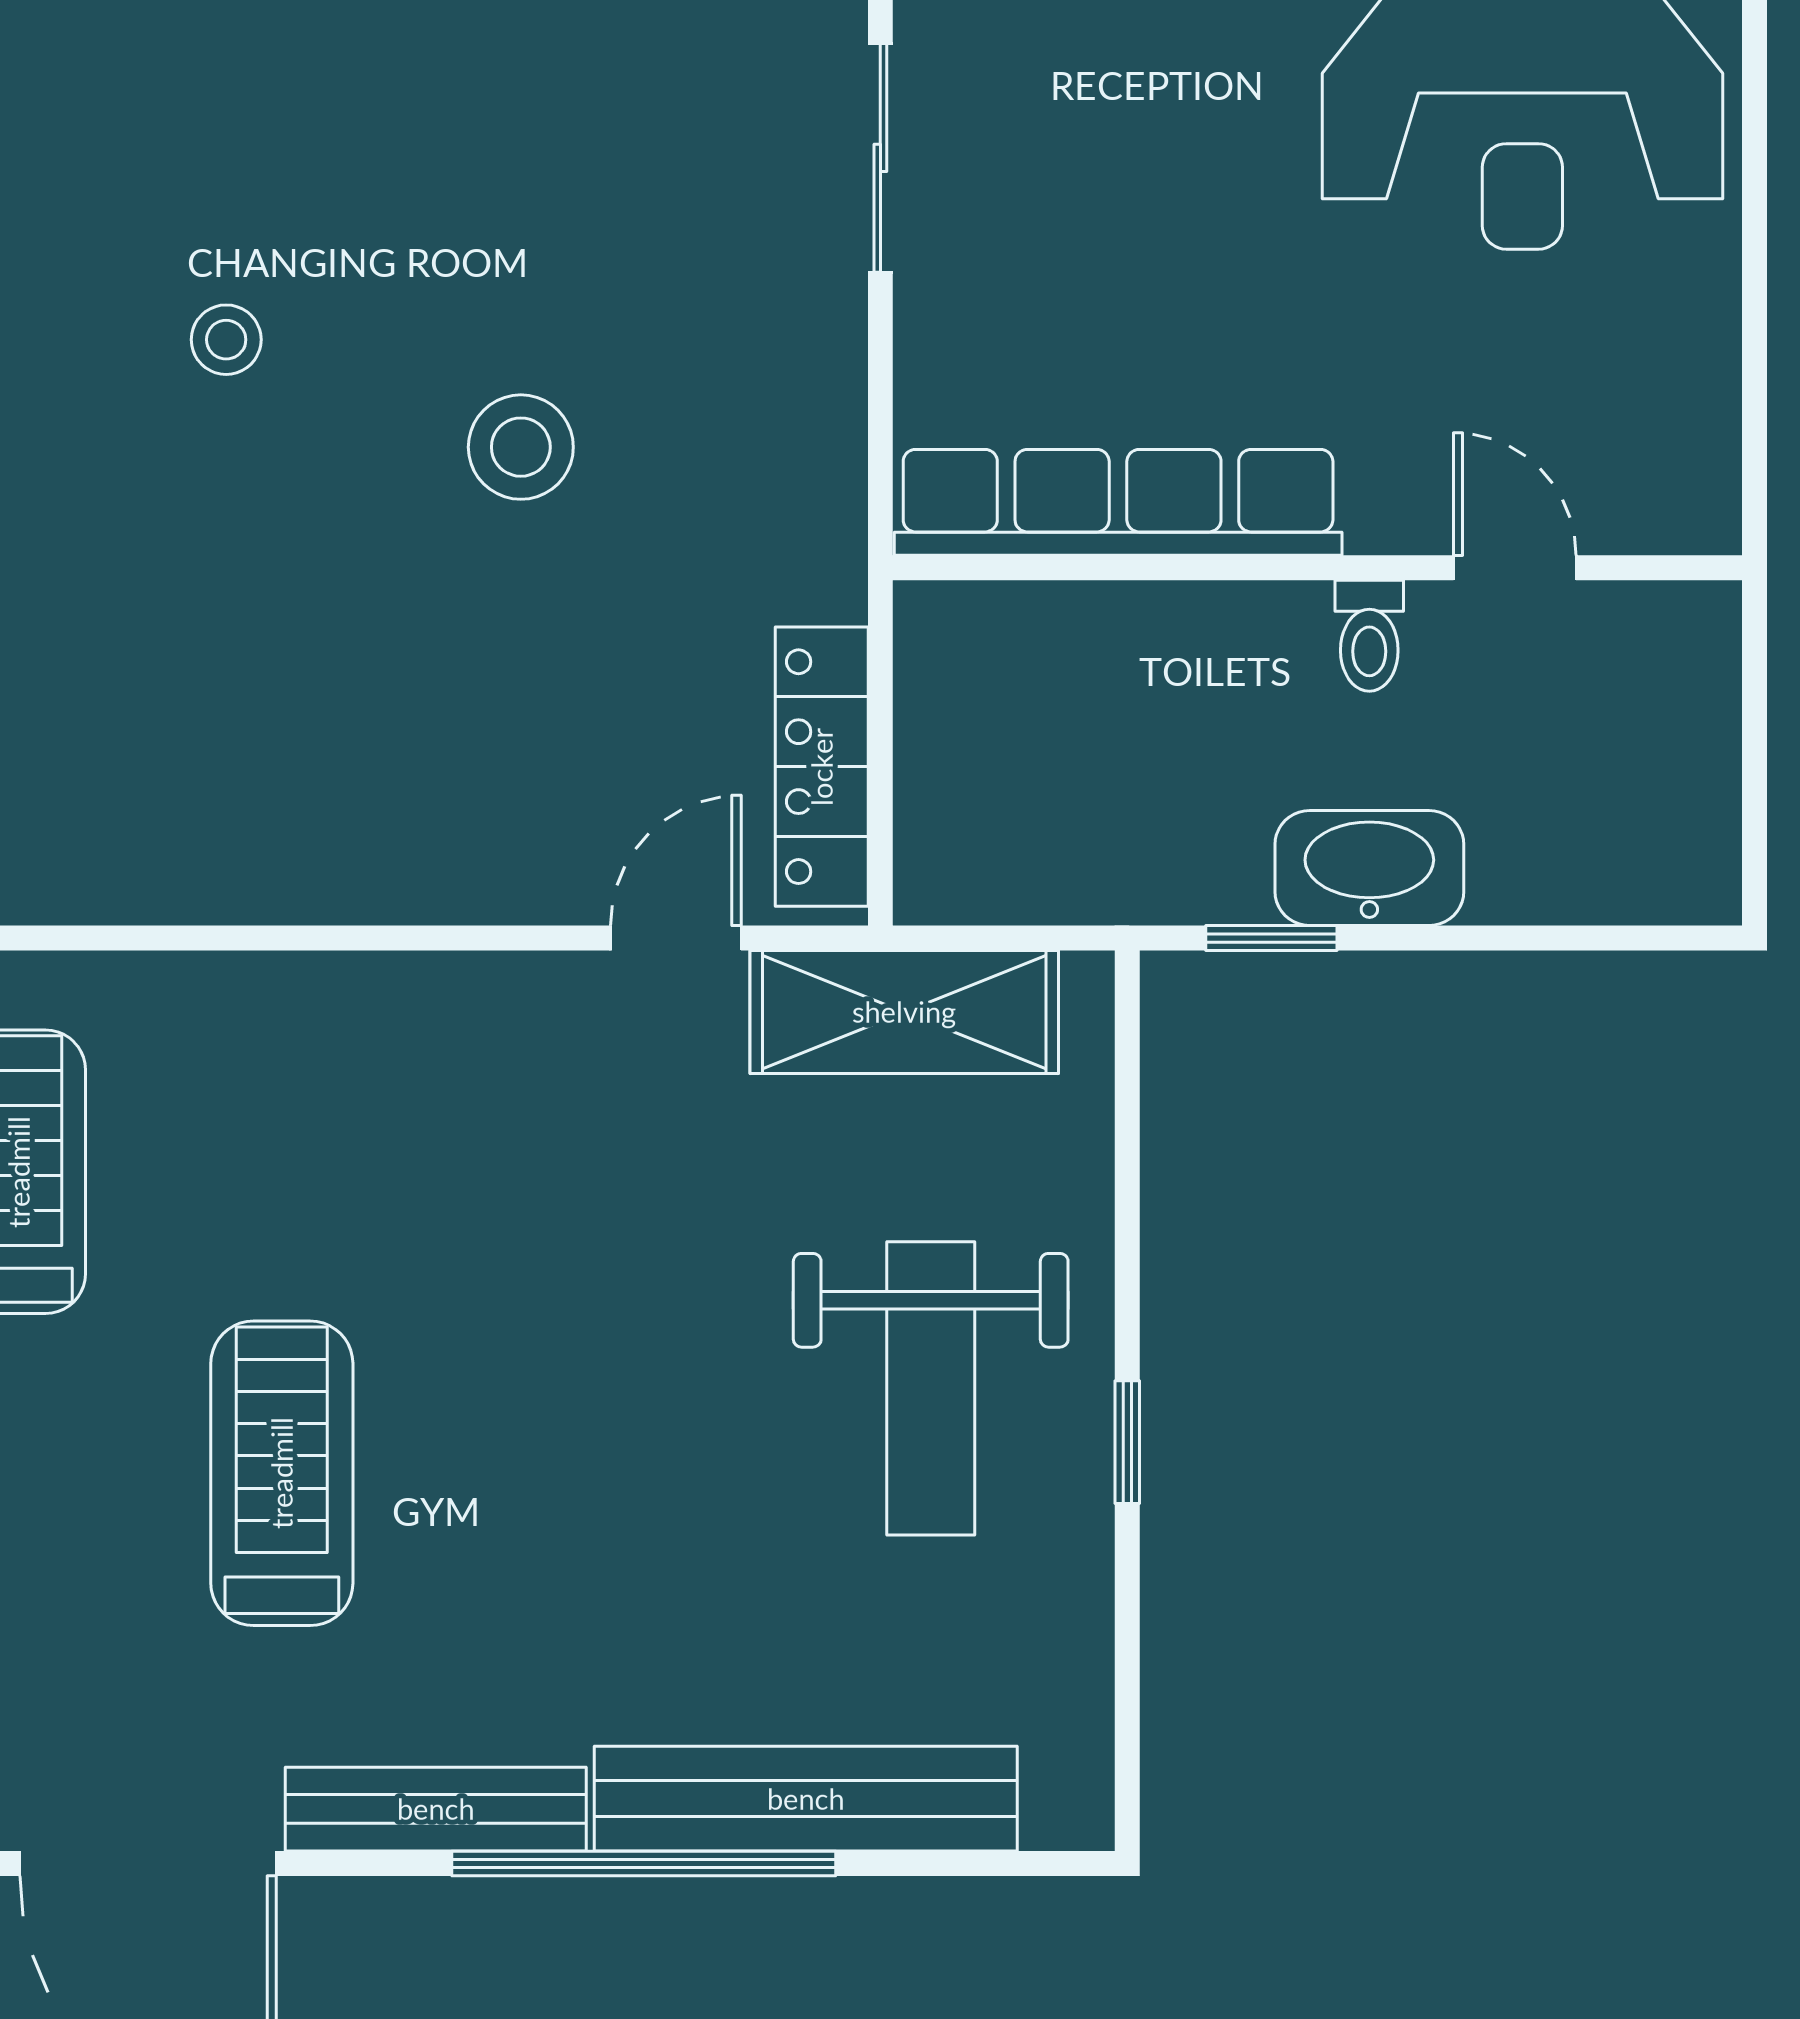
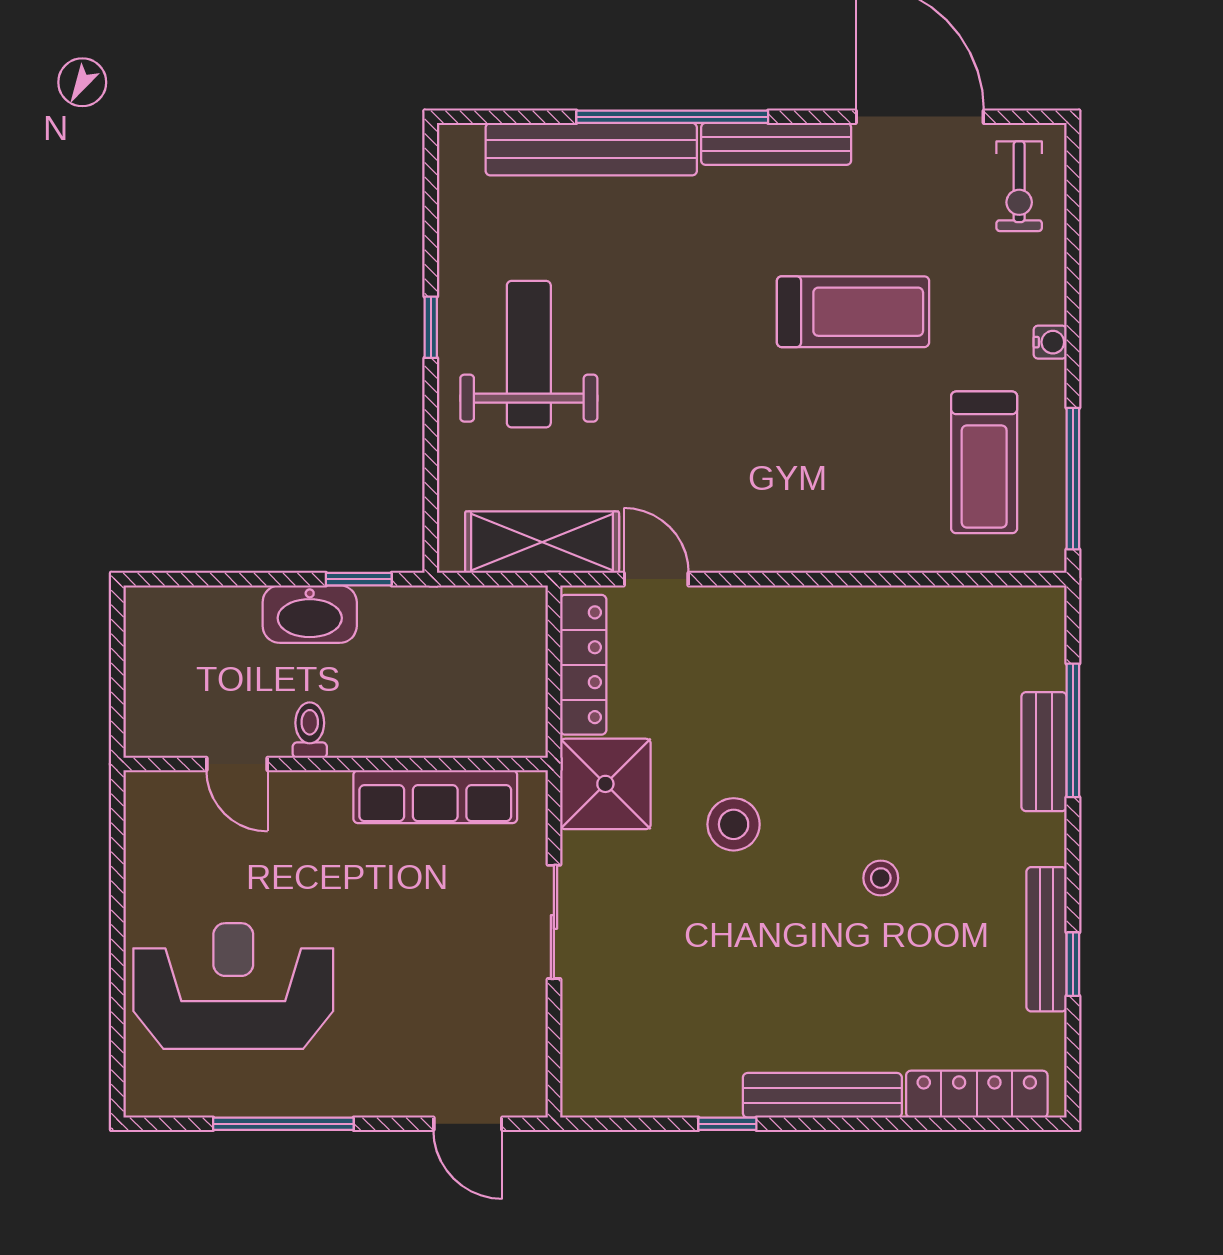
sliding door: (880, 158) -> (554, 922), moved
row of seats: (1118, 502) -> (435, 797), width x0.73
shower: (777, 528) -> (605, 784), added
door: (676, 938) -> (656, 579), swing flipped
treadmill: (282, 1473) -> (853, 312), turned -90

